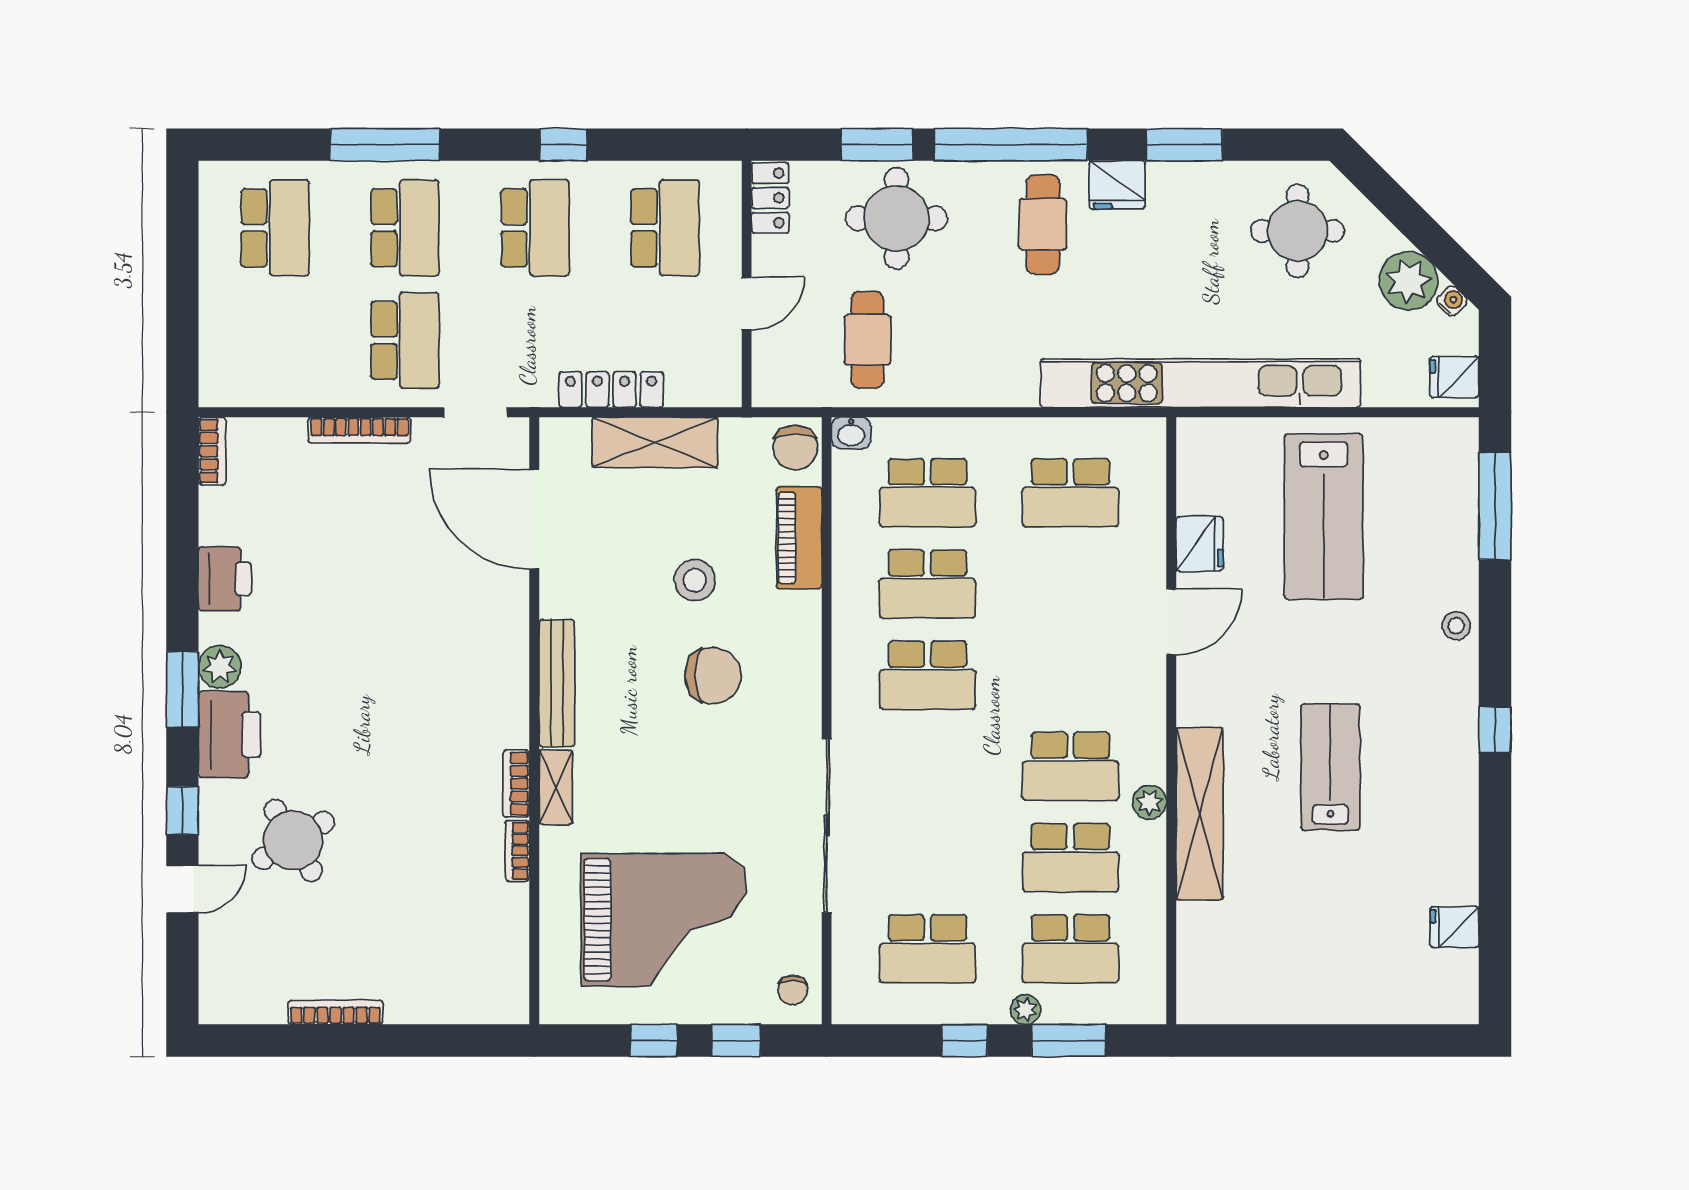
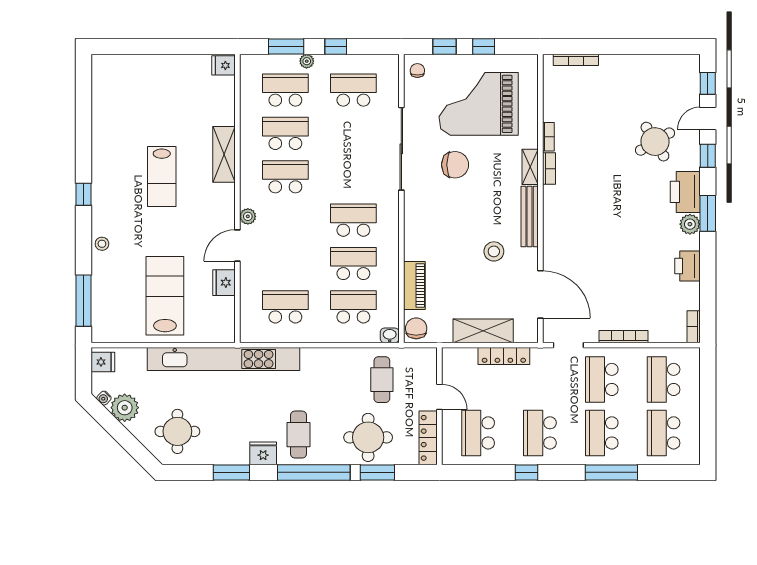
locker: (770, 198) -> (428, 438), width x1.53
door: (747, 304) -> (439, 397), swing flipped
school desk: (275, 340) -> (664, 379), added
stool: (695, 580) -> (494, 251), moved
chair: (713, 676) -> (455, 165), moved, turned 180
plant: (1149, 802) -> (248, 216), moved
shelving: (1200, 814) -> (224, 154), width x0.68
fridge: (1455, 927) -> (224, 65), moved, turned 180
window: (182, 963) -> (708, 83), added
bookcase: (335, 1012) -> (576, 60), moved

